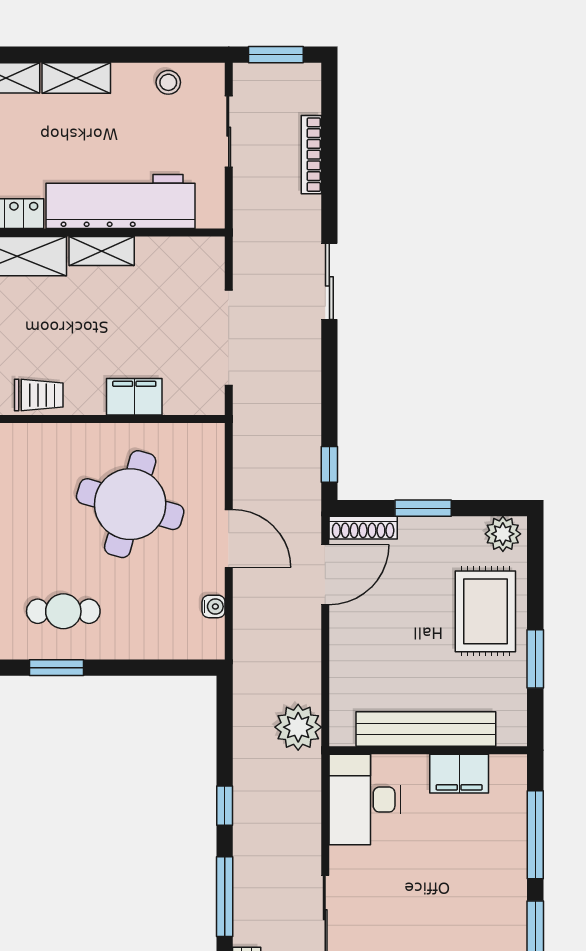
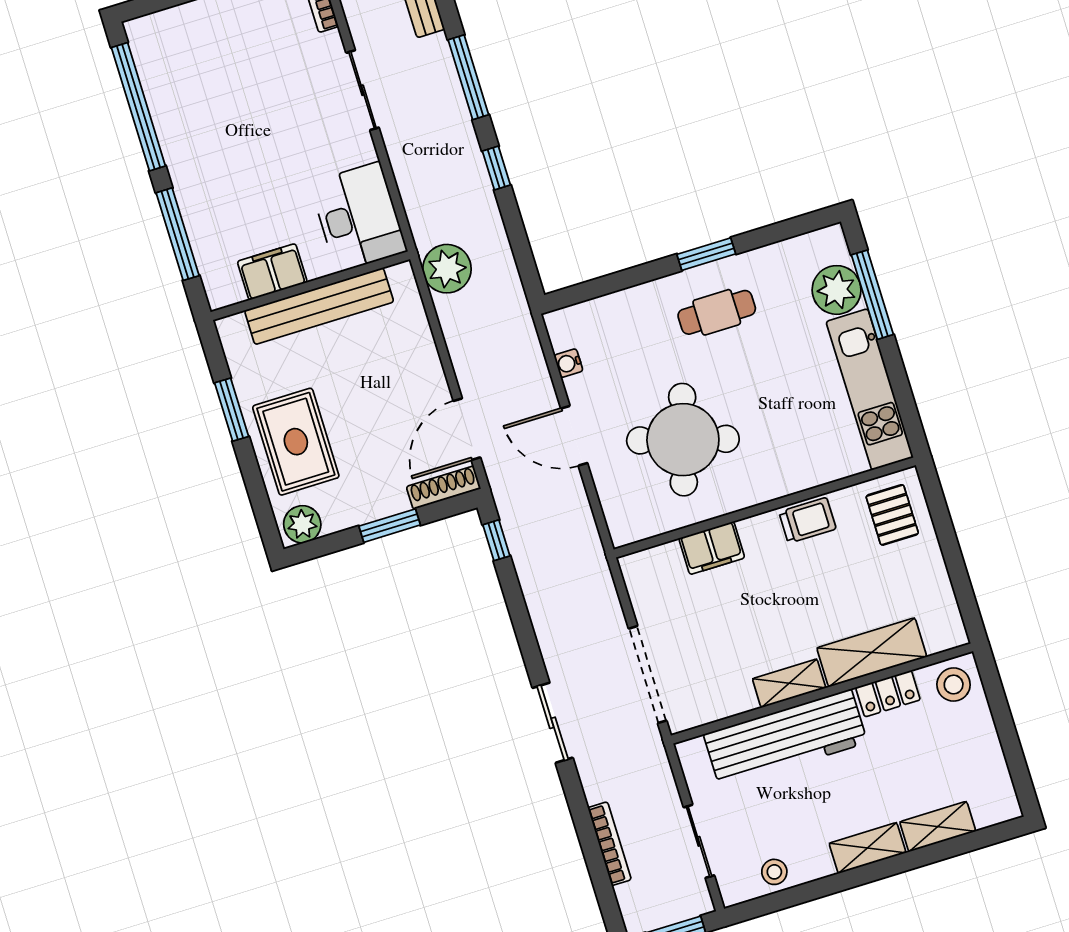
doorway: (229, 338) -> (648, 675), moved
trolley: (39, 395) -> (807, 520), turned 180

